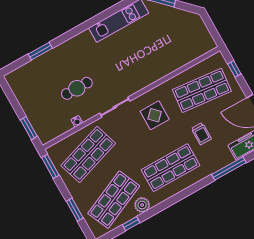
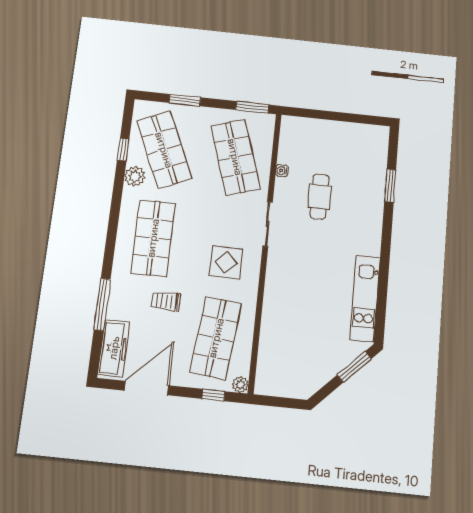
plant: (218, 58) -> (240, 385), added
window: (29, 128) -> (312, 114), removed

